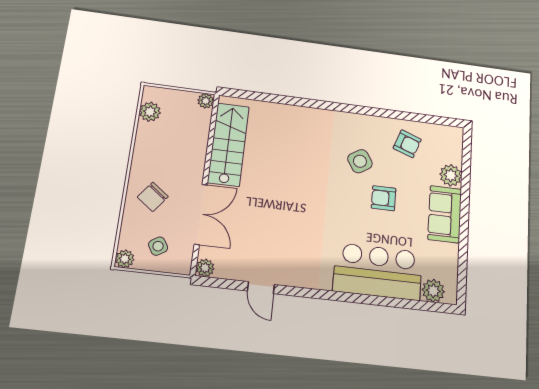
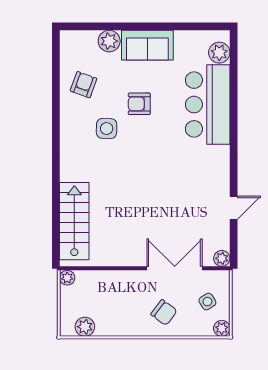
stairs: (228, 144) -> (74, 221), moved, turned 90
side table: (360, 161) -> (107, 129), turned 33
armchair: (384, 198) -> (139, 104), turned 90

